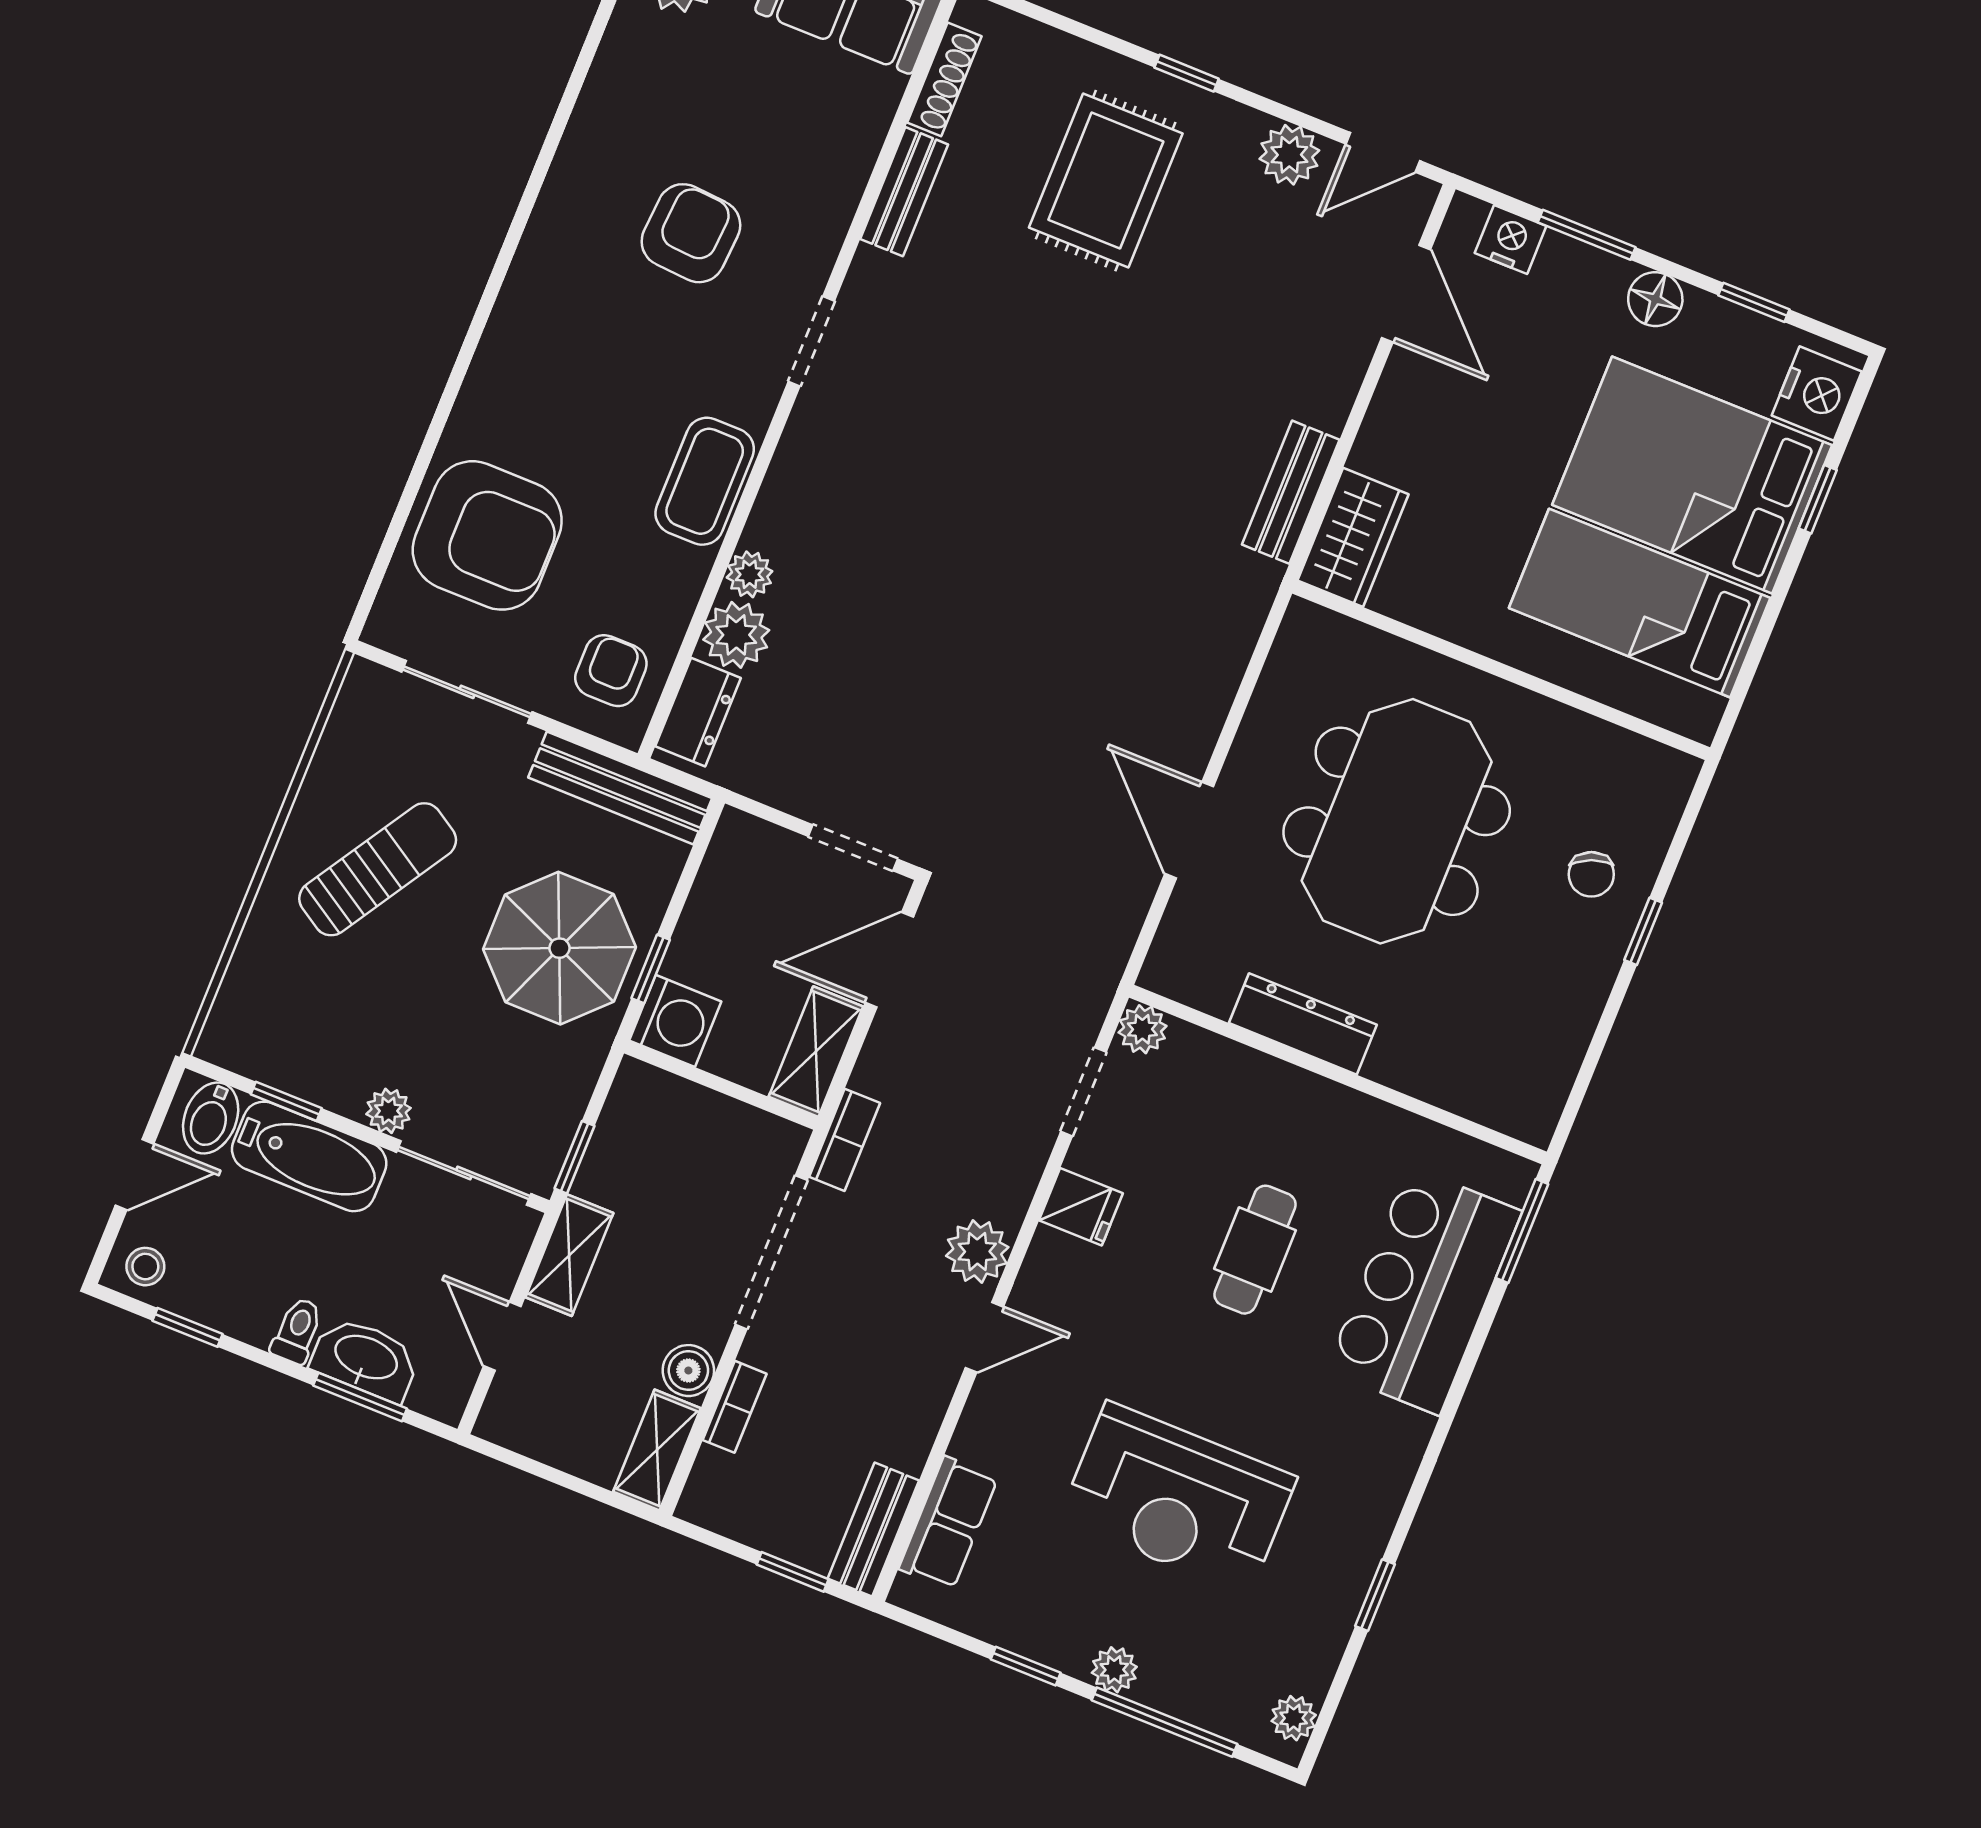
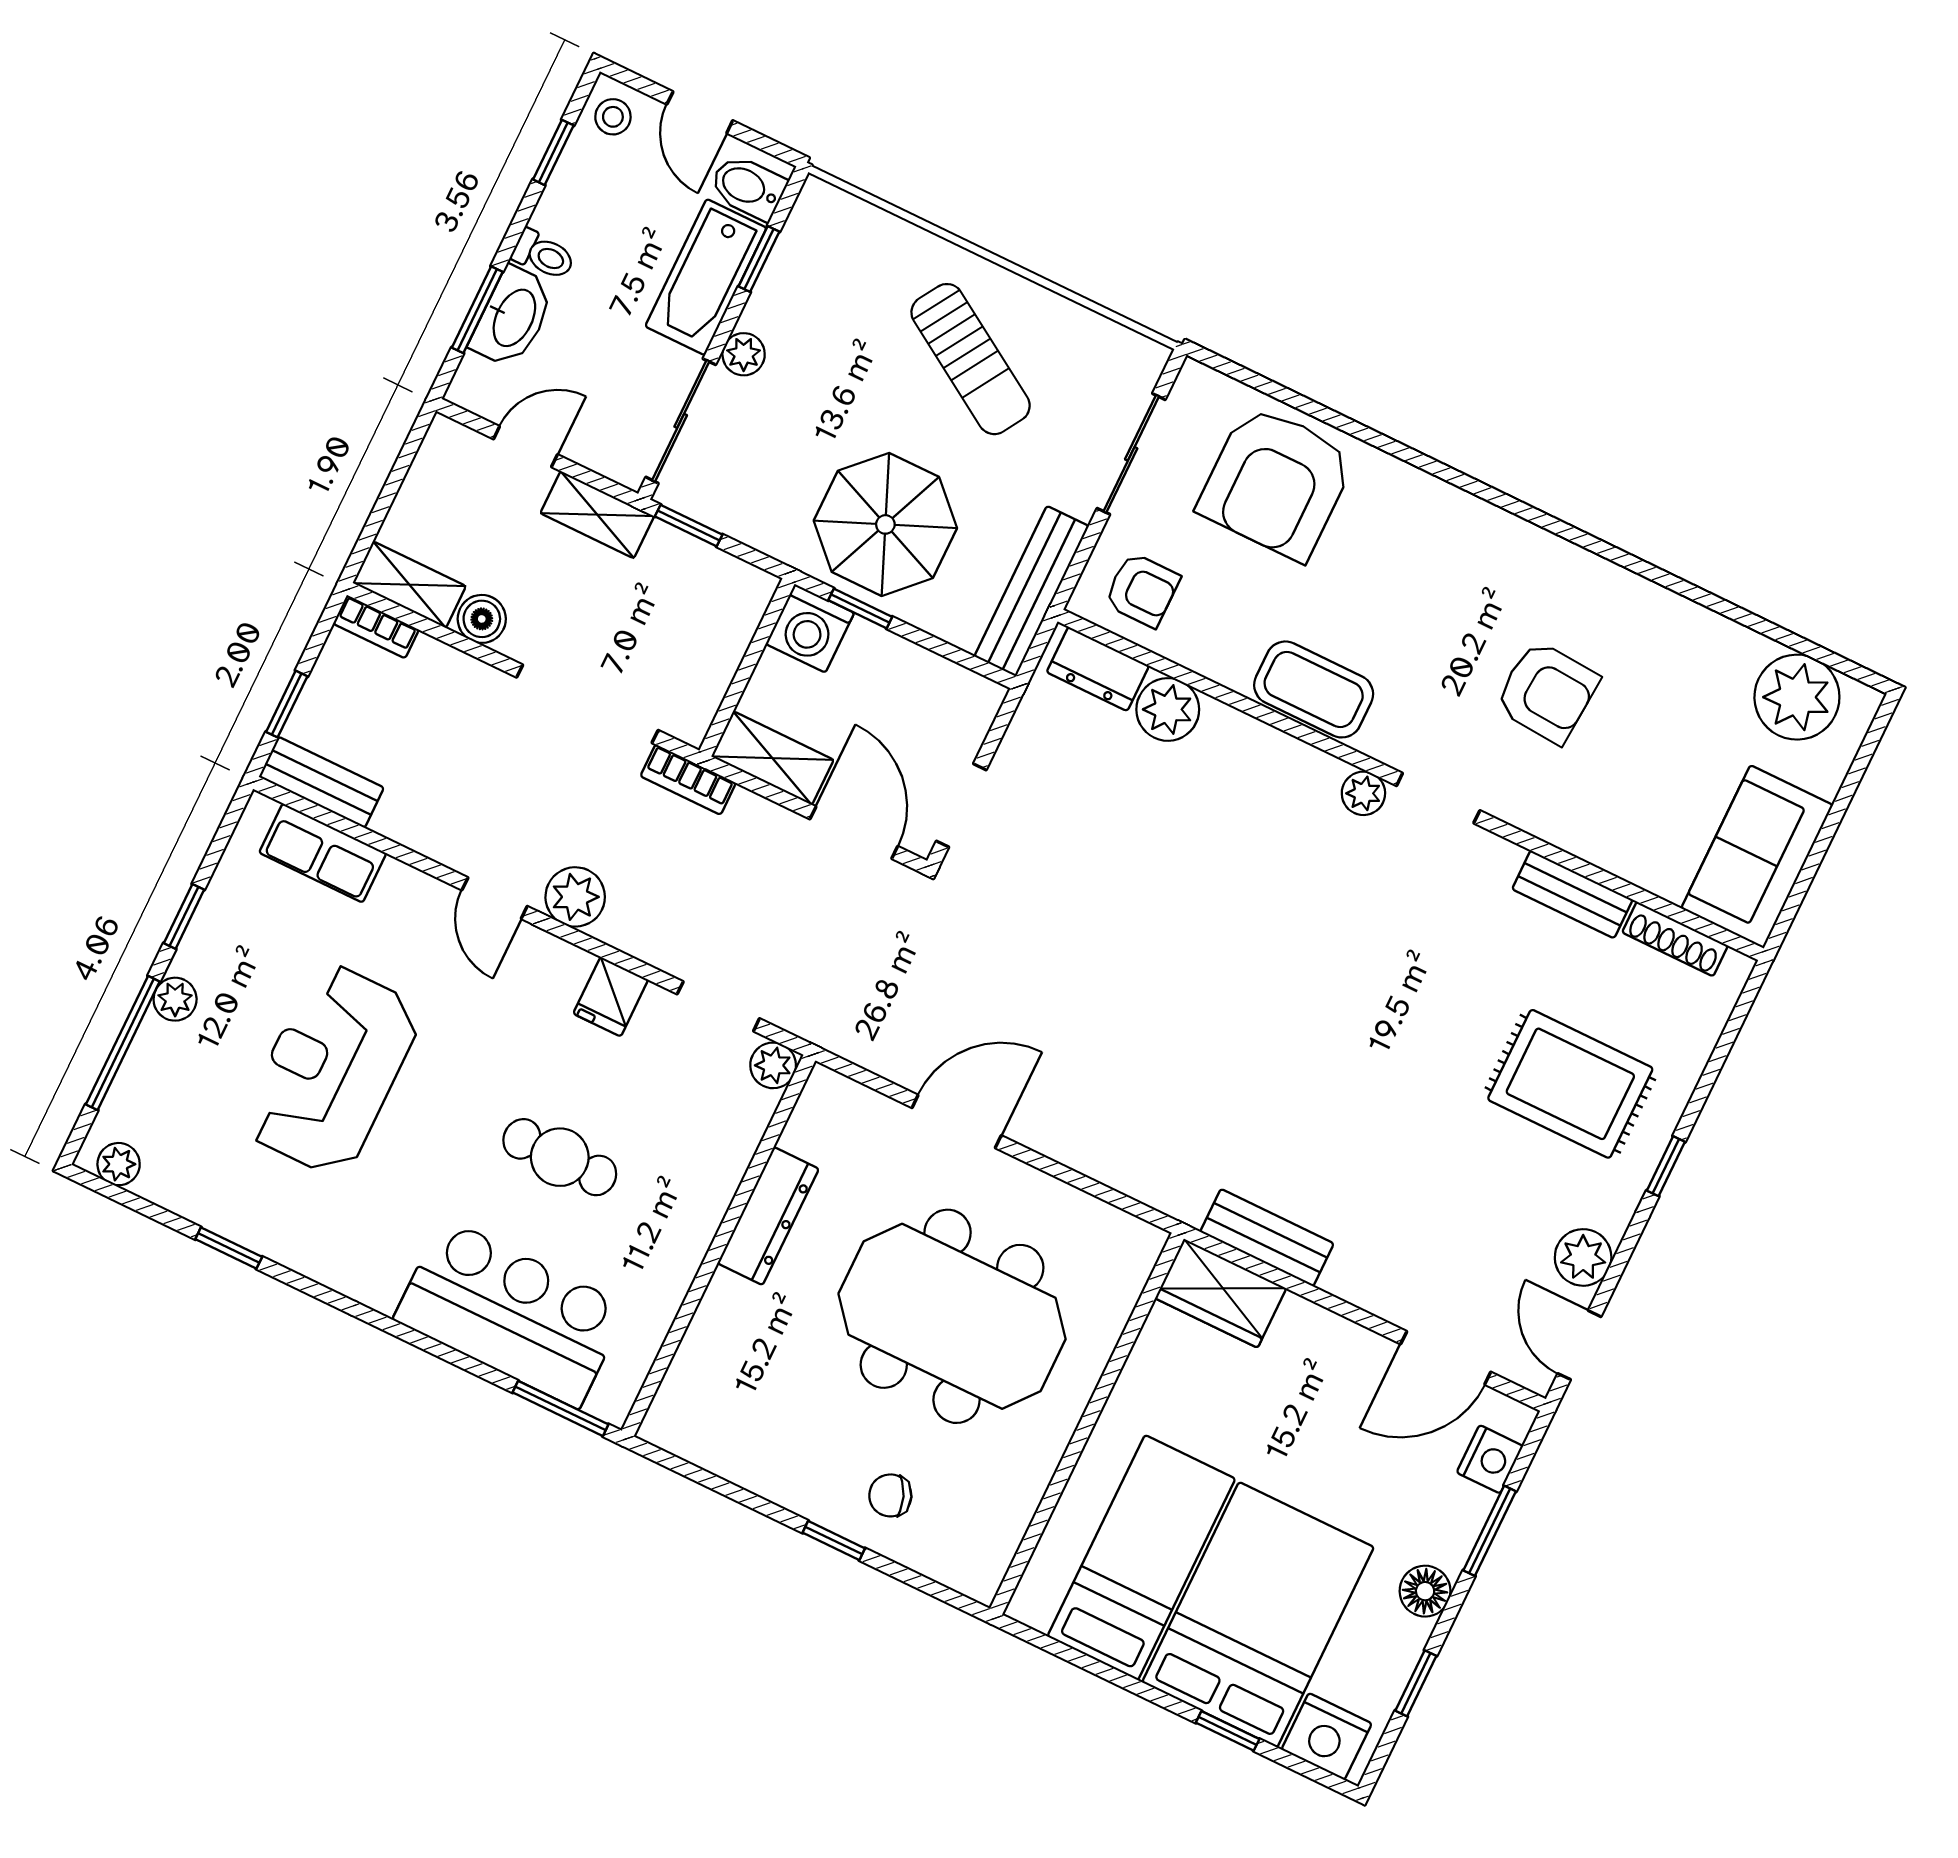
plant: (750, 574) -> (1363, 793), moved
bookcase: (735, 1407) -> (376, 627), moved

